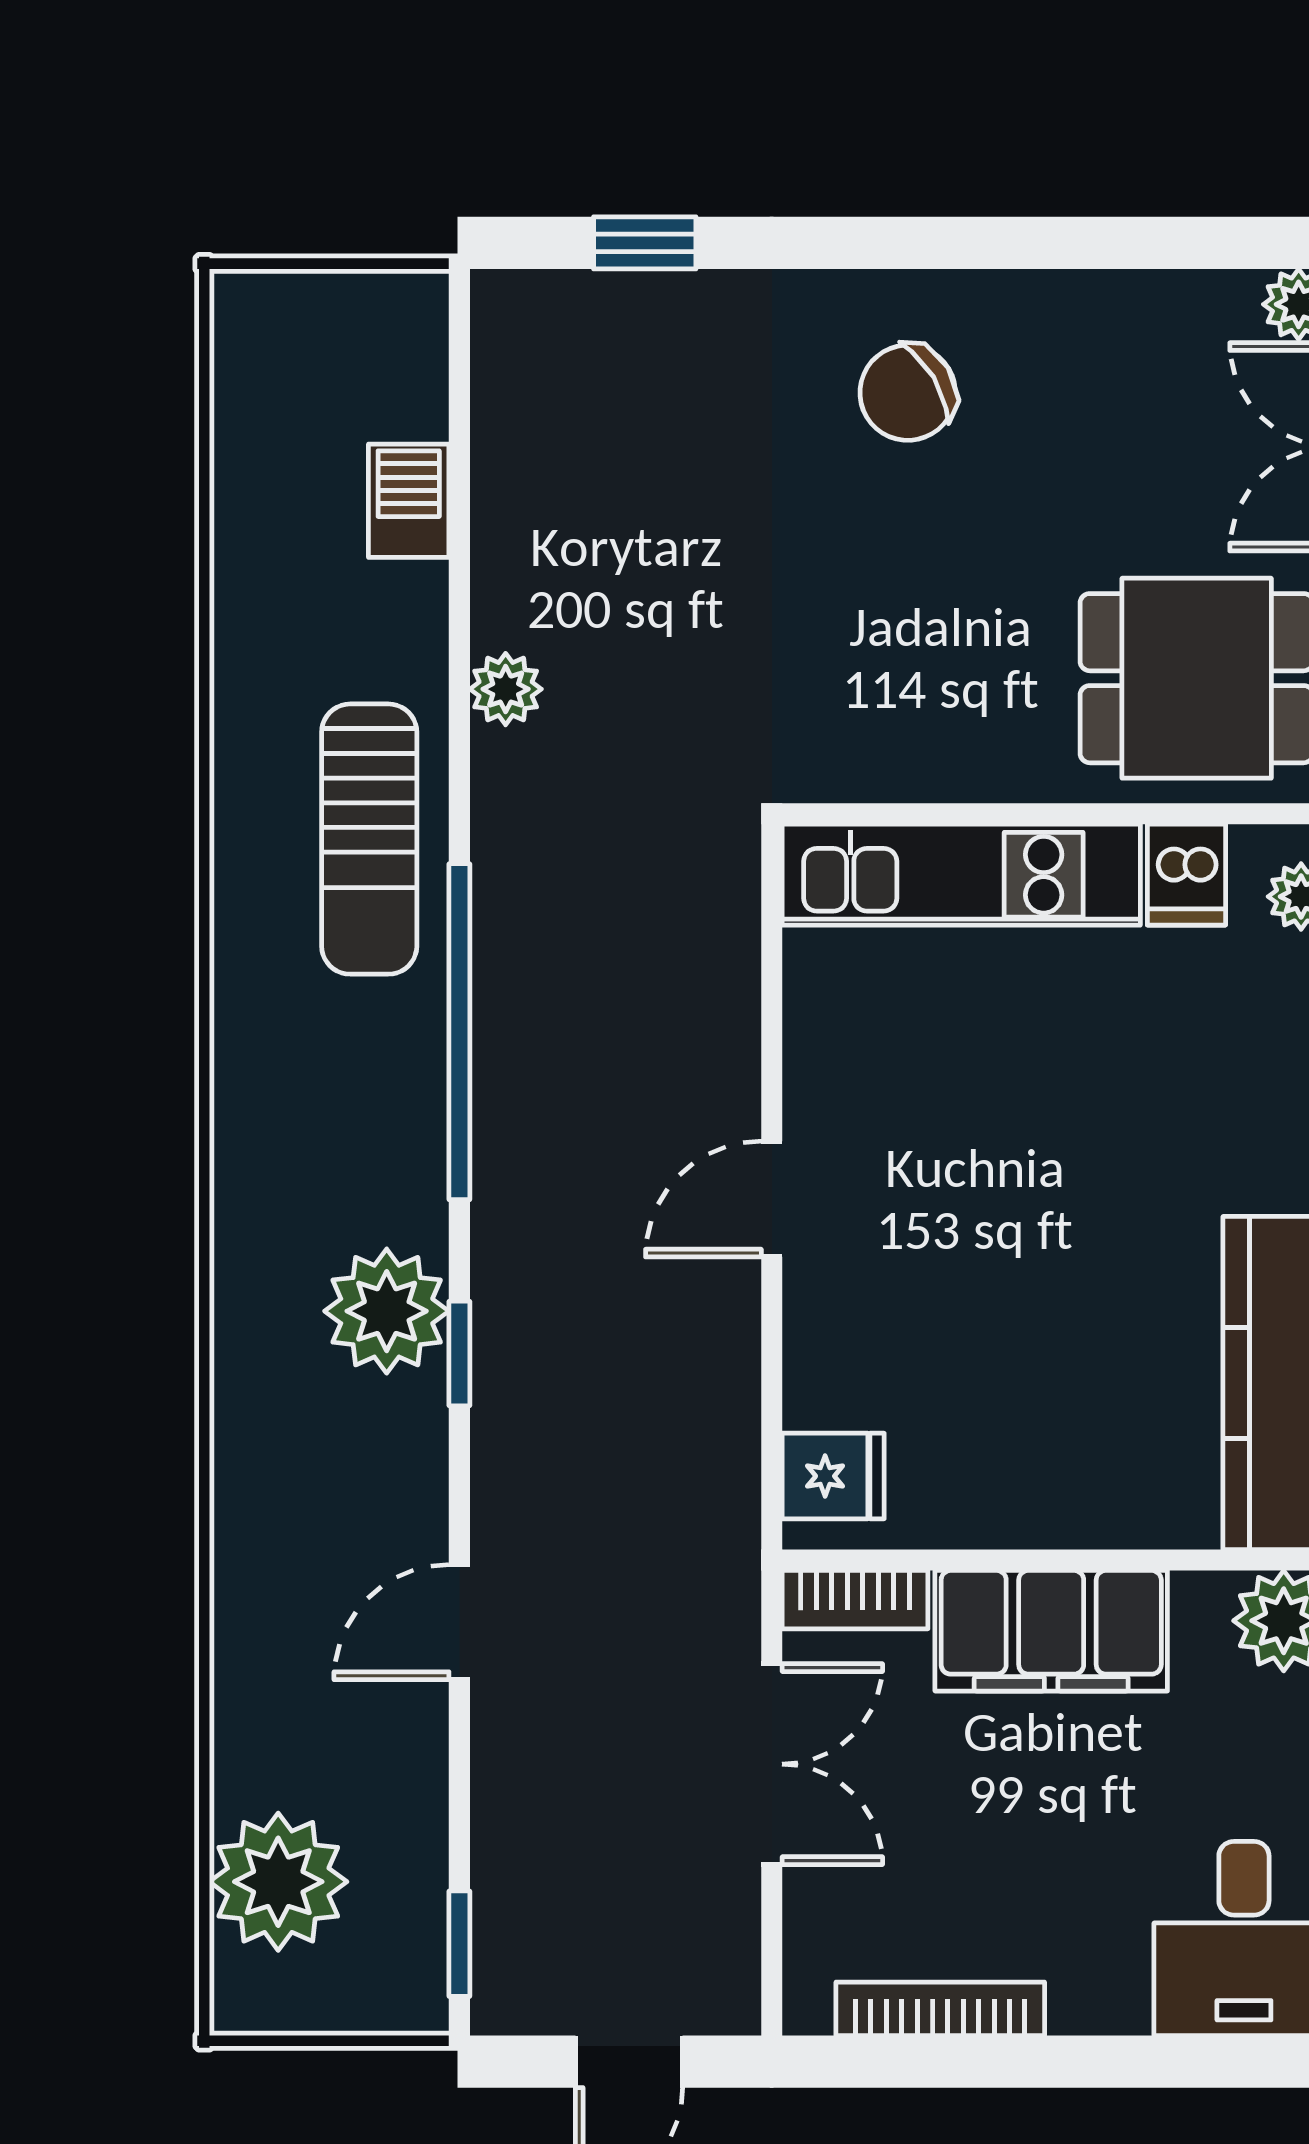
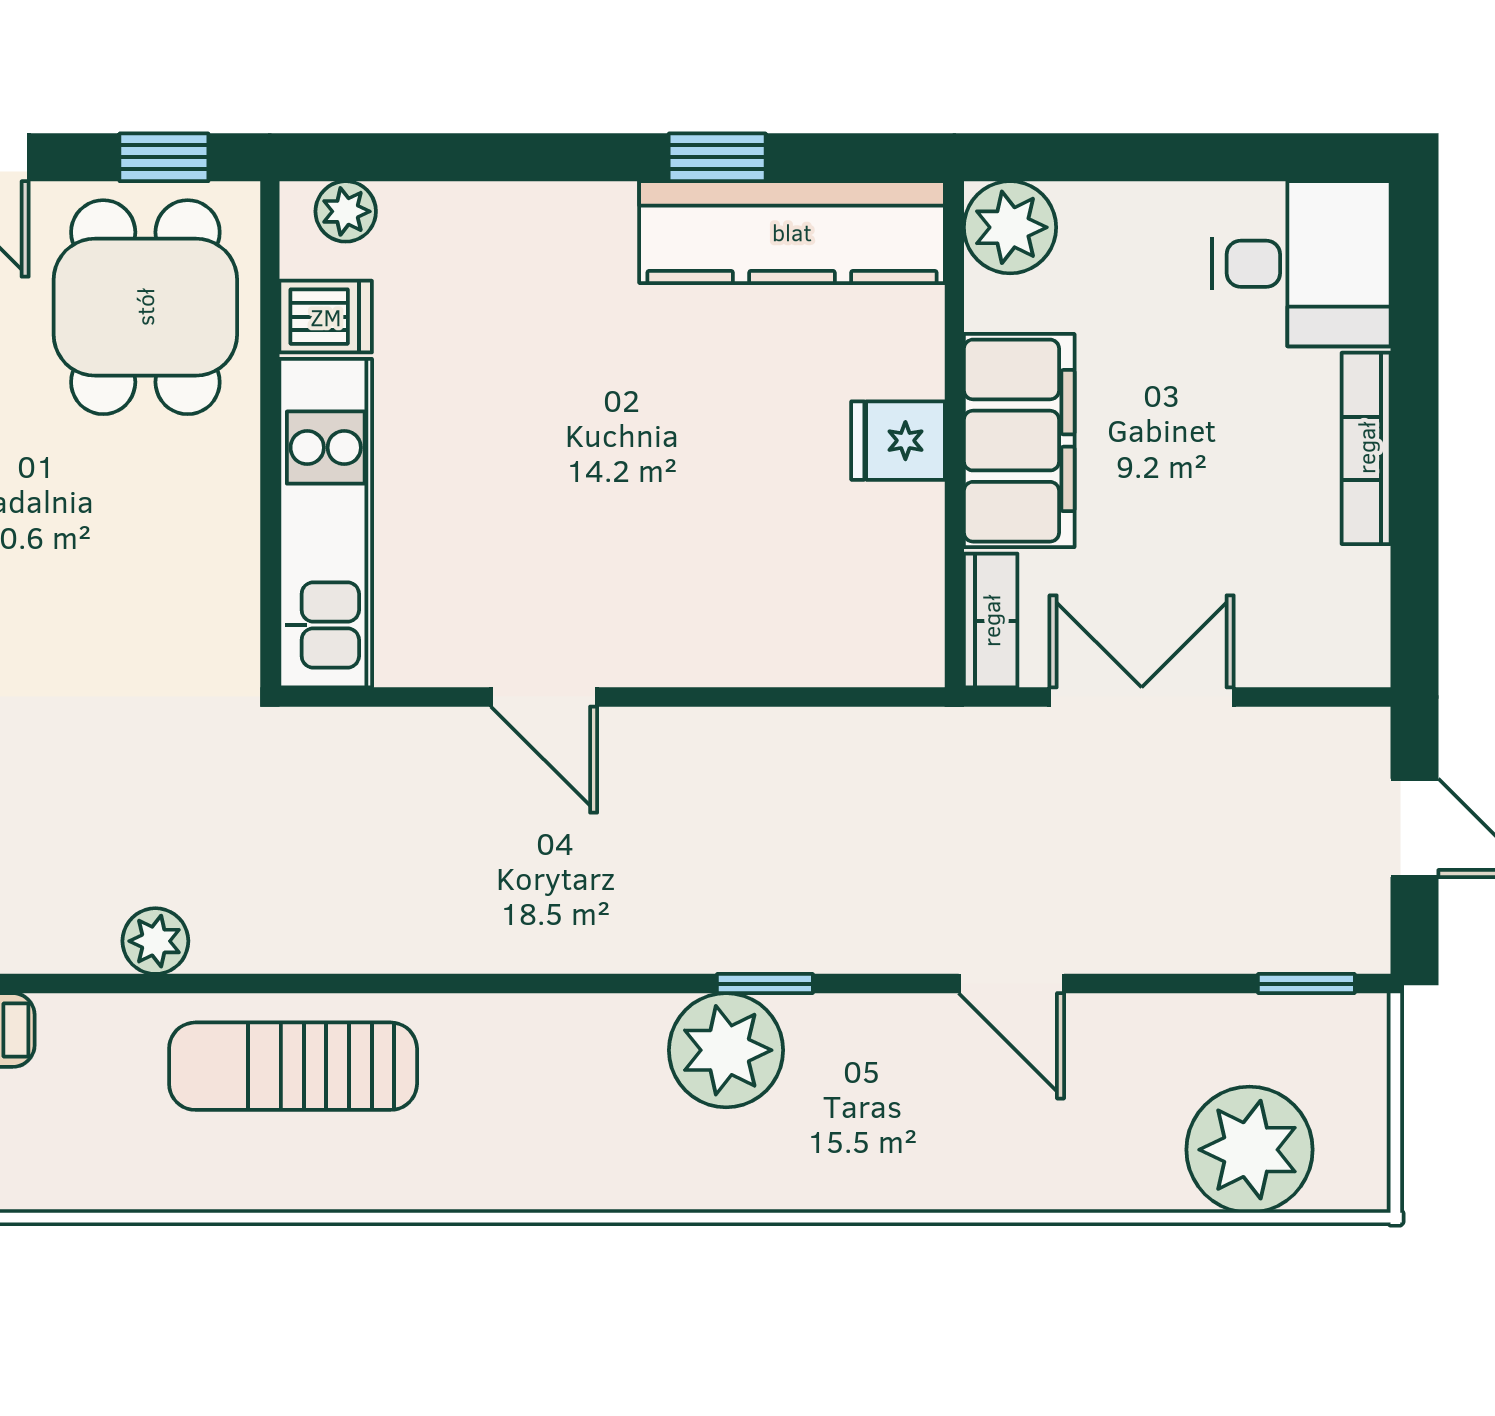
sun lounger: (369, 839) -> (293, 1066), turned 180
window: (459, 1032) -> (470, 984), removed
door: (772, 1199) -> (544, 697), moved
fridge: (833, 1476) -> (898, 441), moved, turned -90
bookcase: (940, 2009) -> (1366, 448), moved

